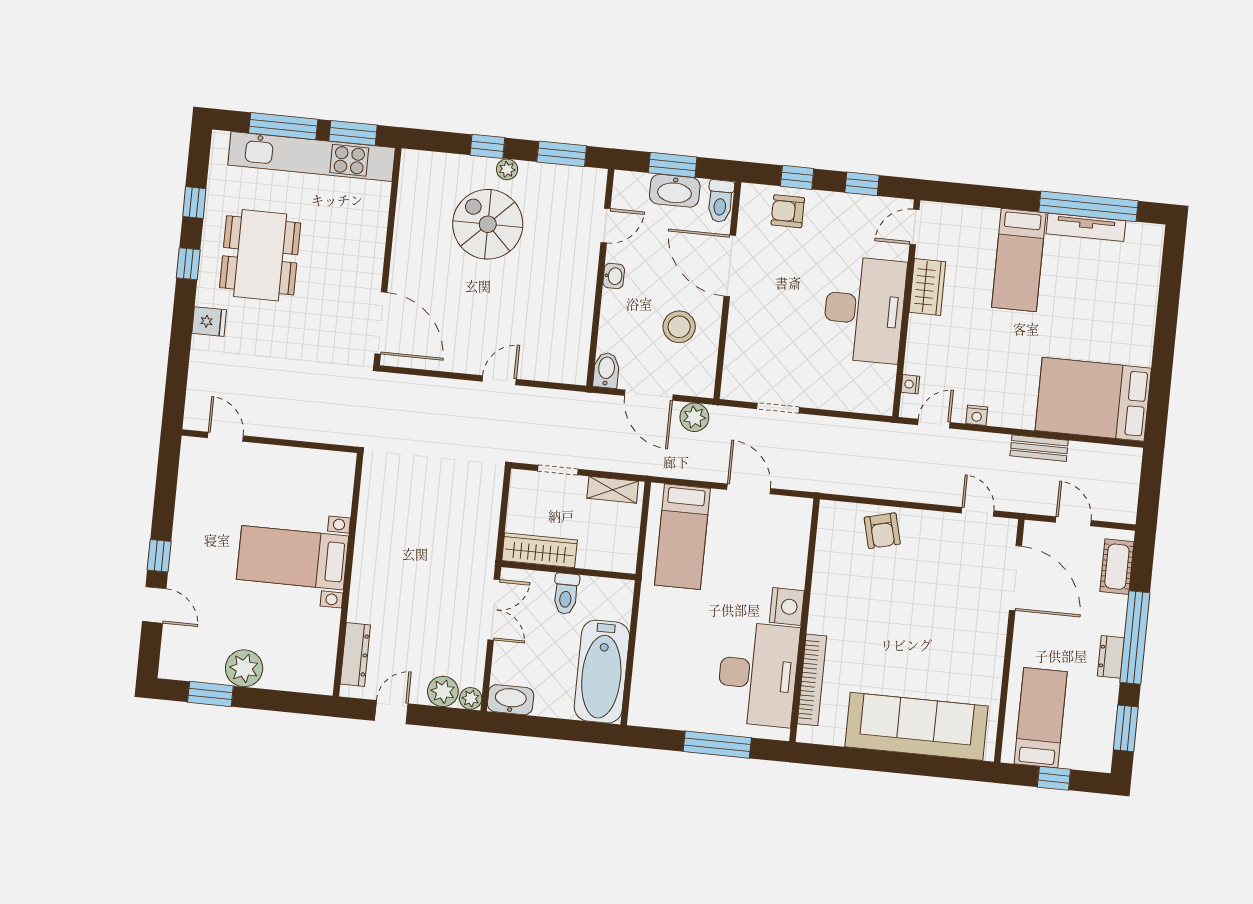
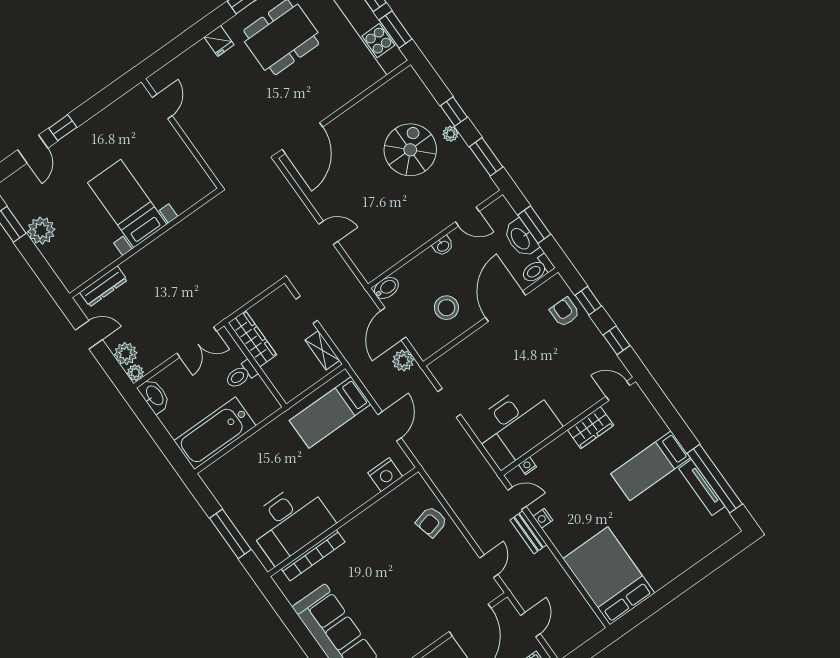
desk: (864, 310) -> (515, 426), moved
bench: (1039, 448) -> (528, 532), moved
nightstand: (787, 607) -> (385, 475), moved

